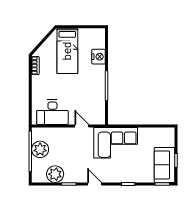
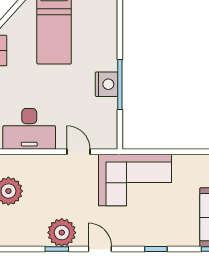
nightstand: (99, 57) -> (107, 84), moved
plant: (55, 174) -> (62, 233), moved

